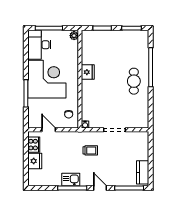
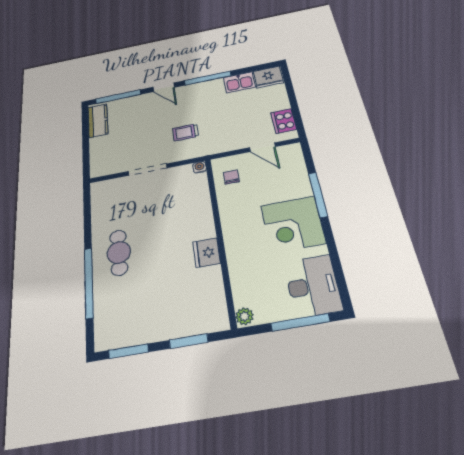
corner desk: (47, 79) -> (293, 224), width x0.74, depth x0.74
fridge: (35, 161) -> (268, 77), moved, turned -90
kitchen sink: (71, 180) -> (239, 82), moved

